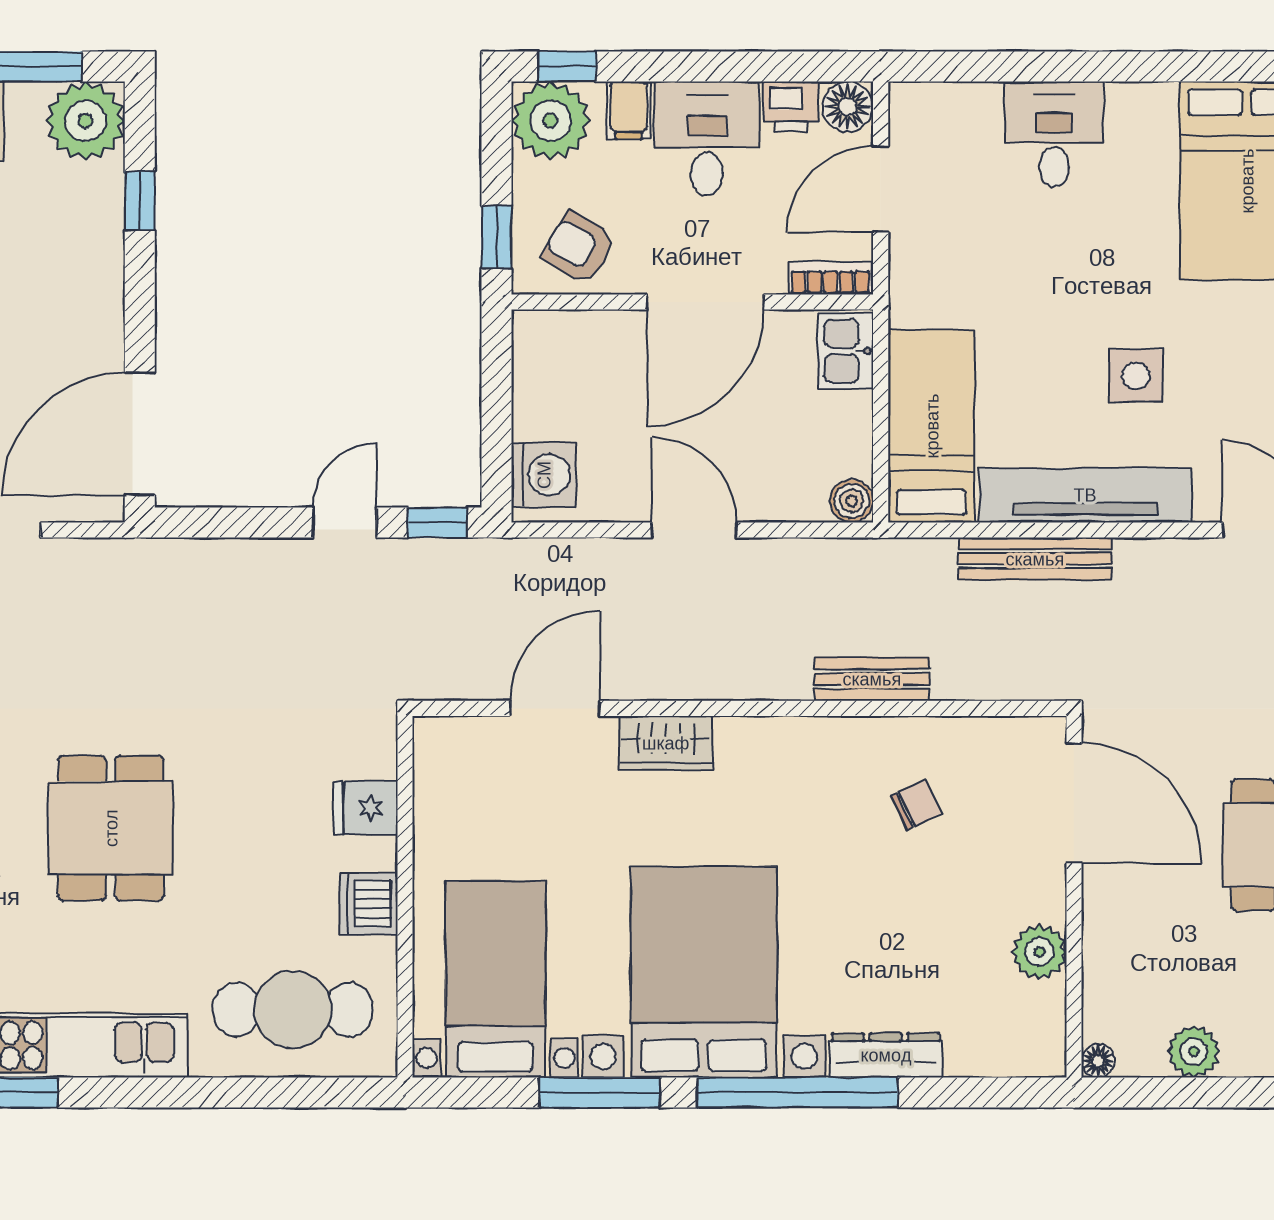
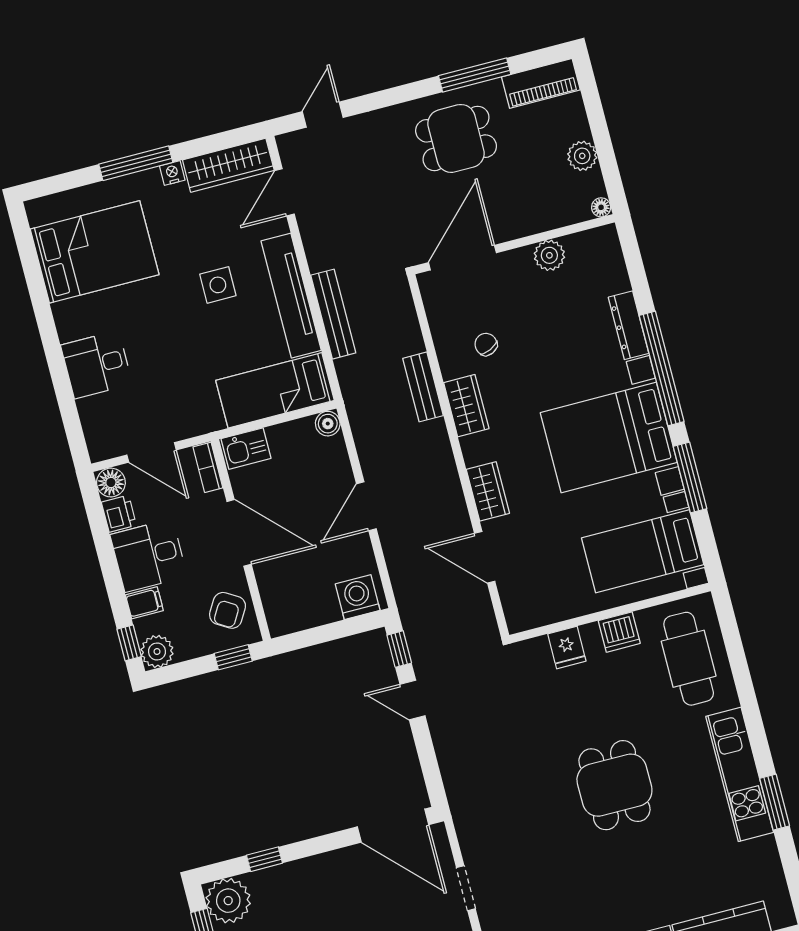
plant: (551, 121) -> (157, 652), width x0.73, depth x0.73
wardrobe: (821, 744) -> (466, 406), added
dining table: (111, 828) -> (614, 785), turned 90

